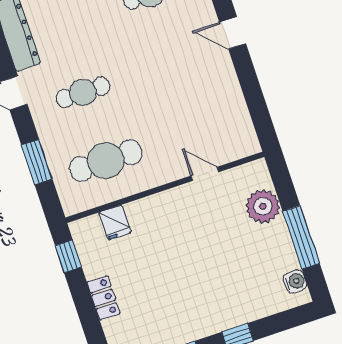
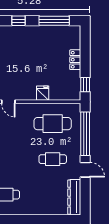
window: (37, 162) -> (85, 134), width x2.11
fridge: (115, 222) -> (43, 93), moved

